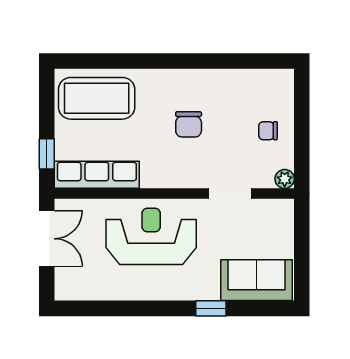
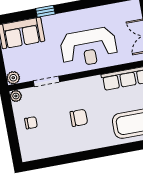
chair: (189, 124) -> (79, 118), turned 90
plant: (283, 210) -> (13, 78), added

